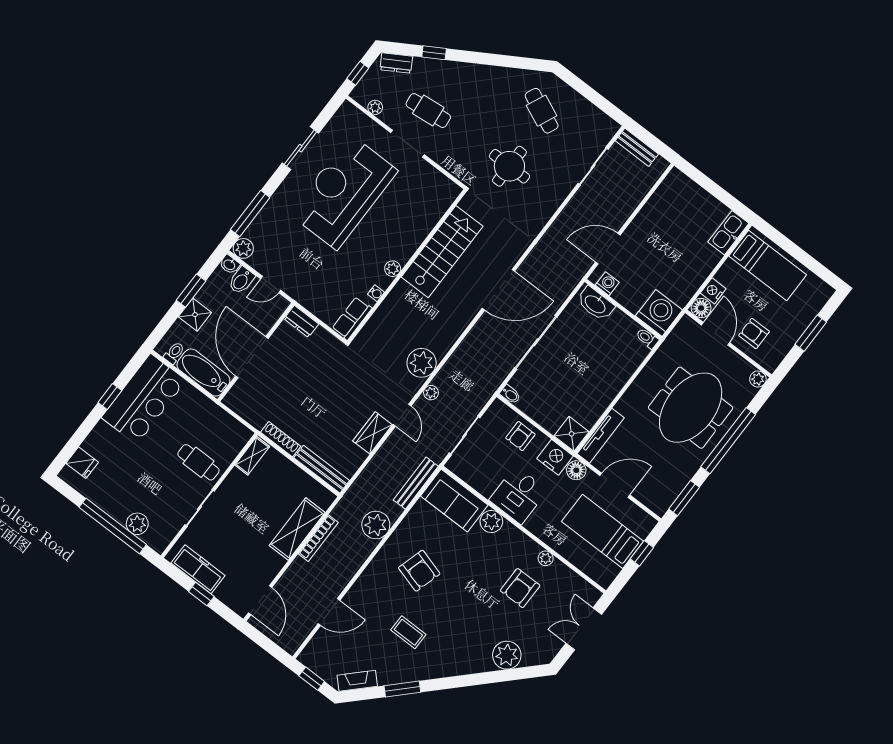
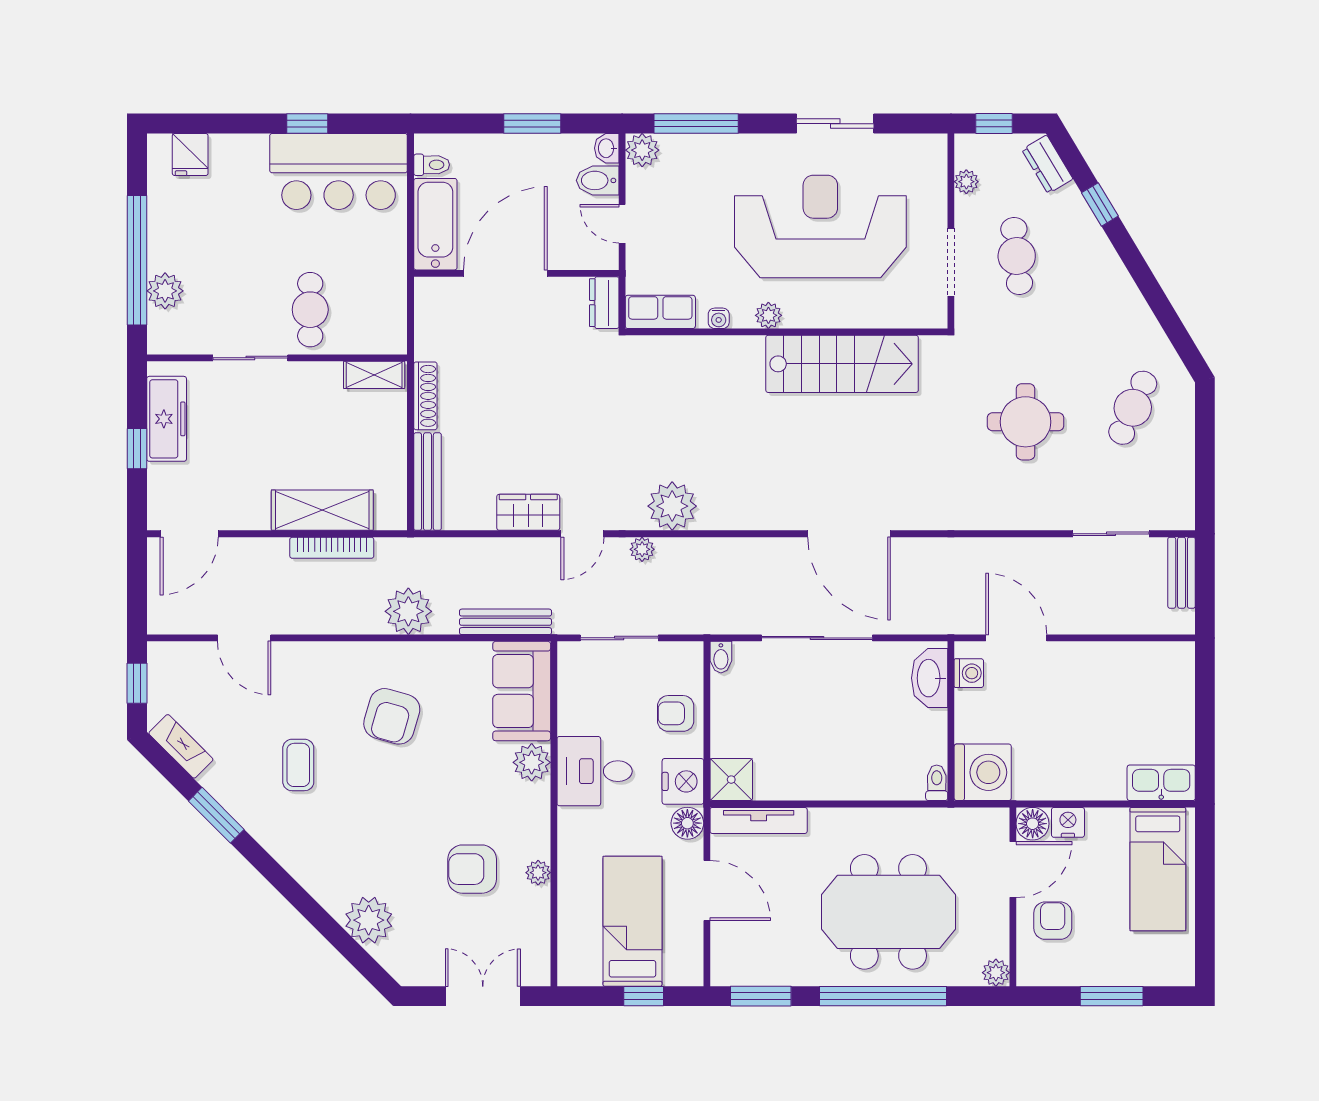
stairs: (442, 252) -> (842, 364), moved
wall: (407, 266) -> (787, 332), moved
plant: (393, 269) -> (768, 315), moved
water cooler: (376, 293) -> (719, 318), moved
shower: (195, 315) -> (504, 153), removed
row of seats: (352, 318) -> (660, 312), moved

